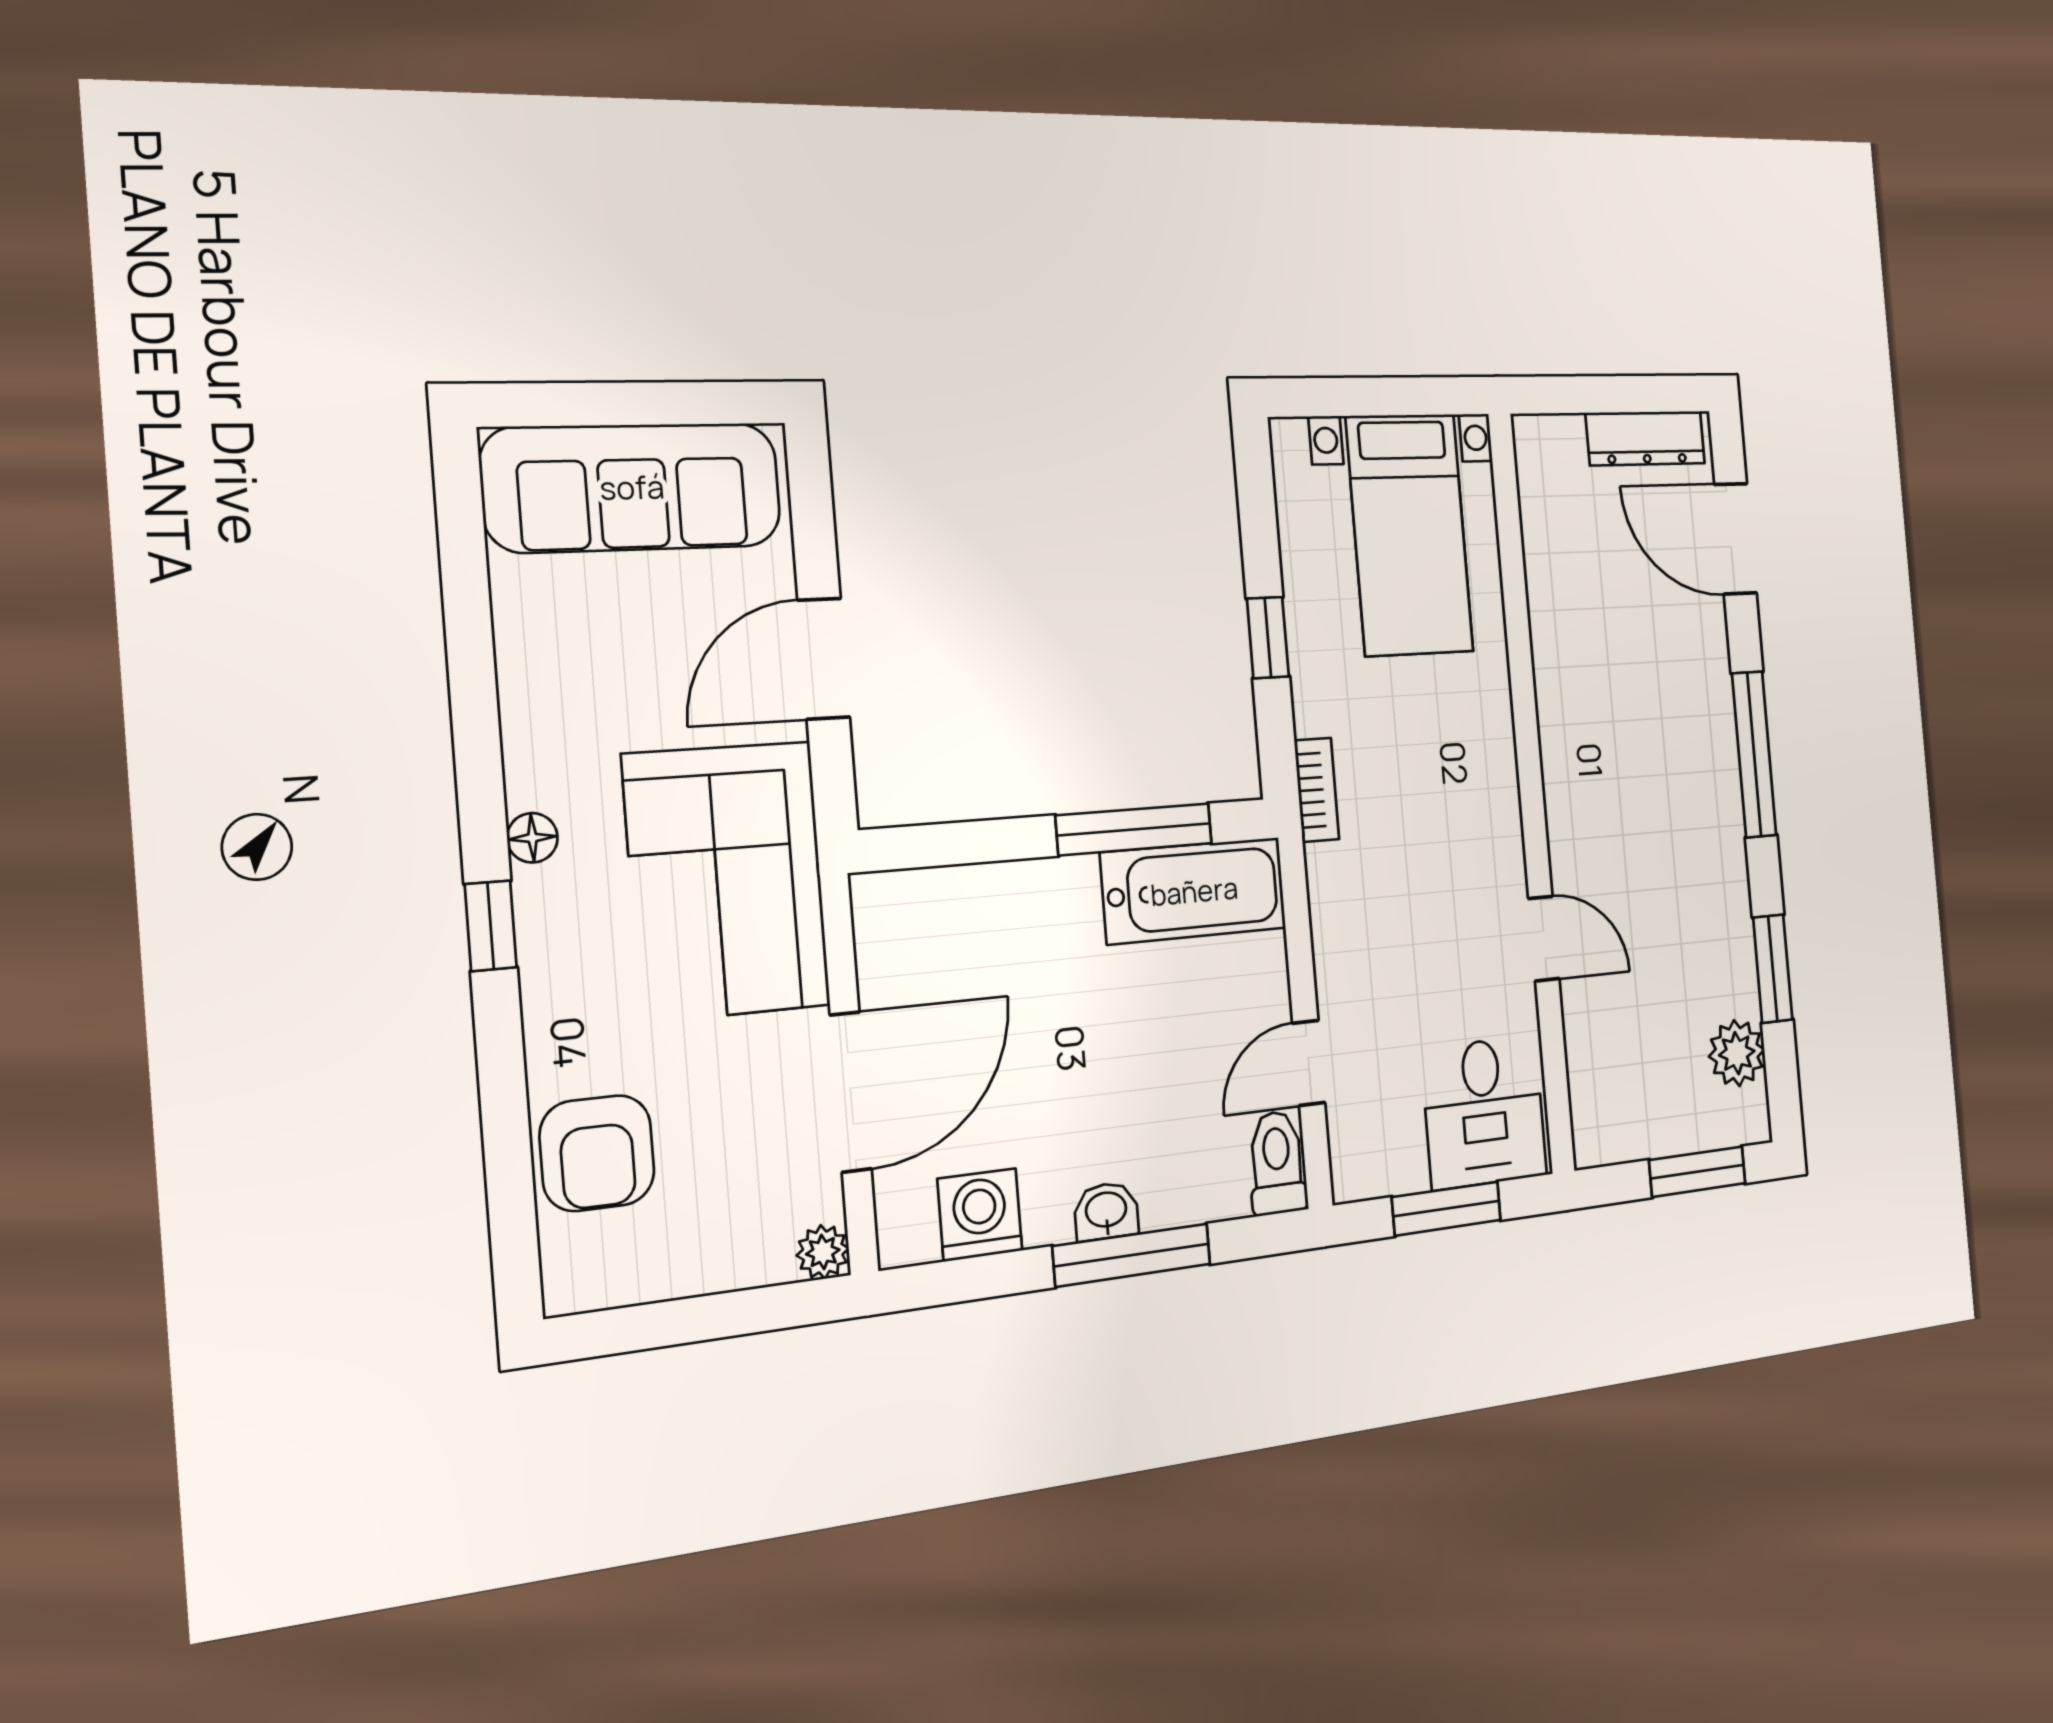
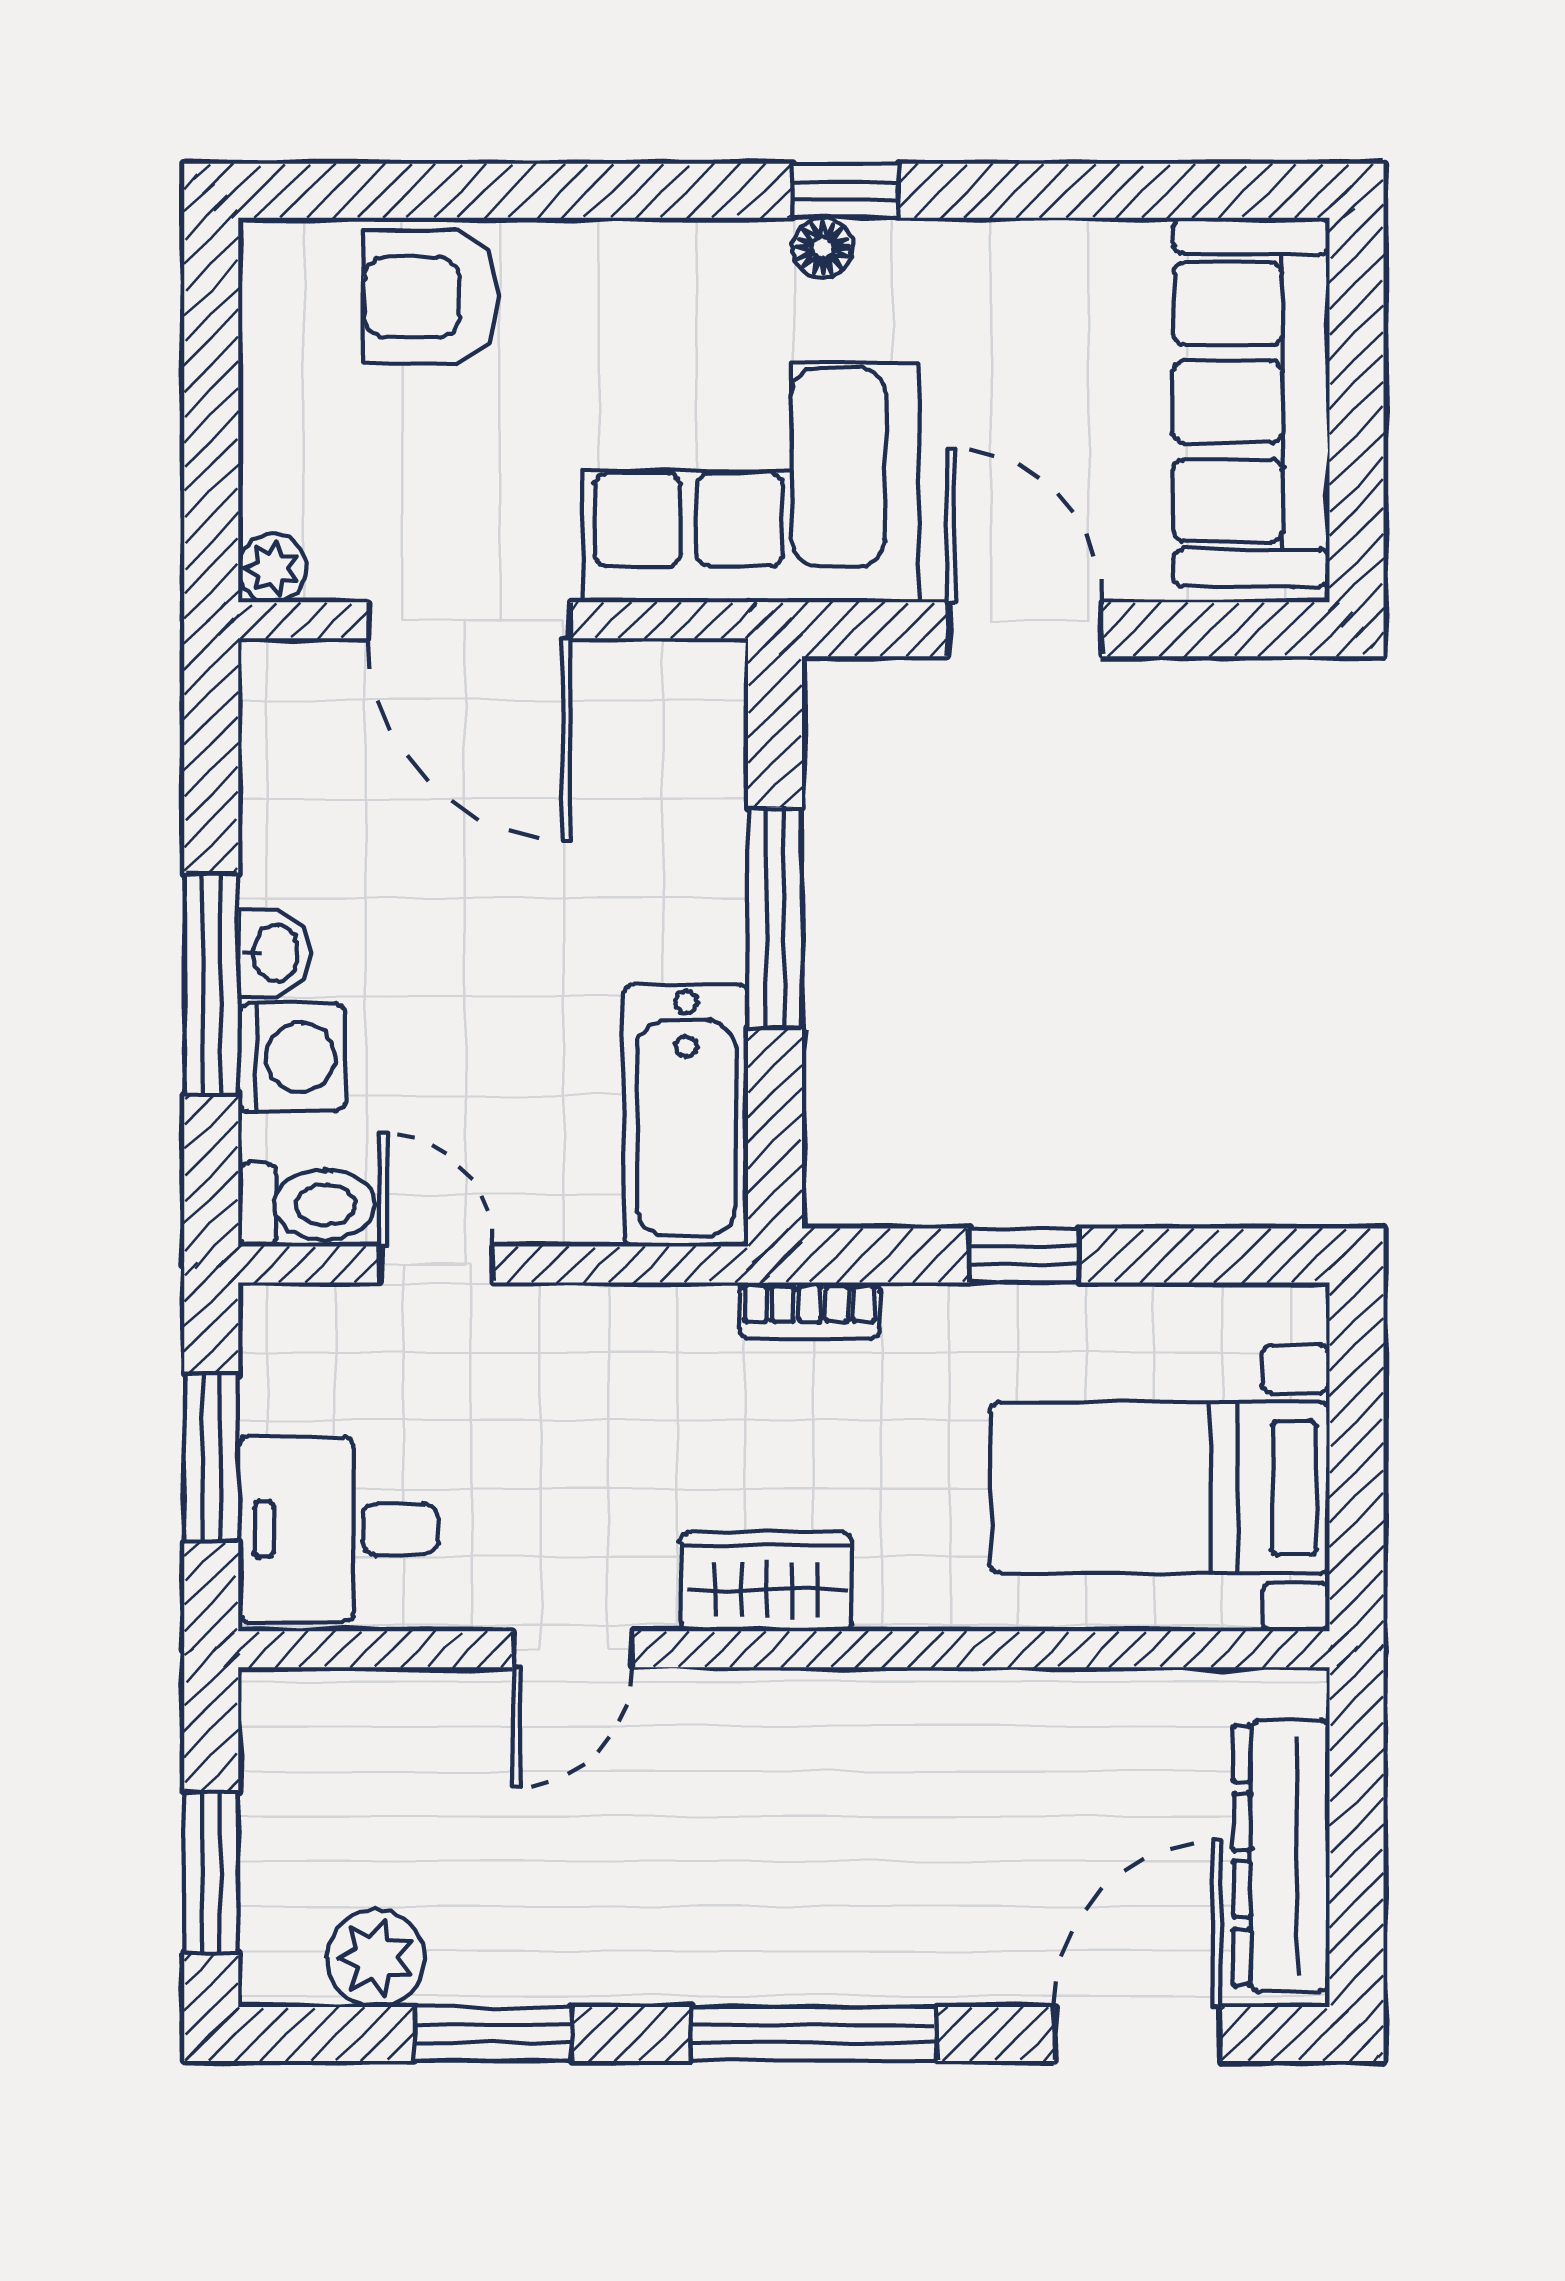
dresser: (1646, 438) -> (1281, 1856), width x1.37, depth x1.24
wardrobe: (1491, 807) -> (767, 1582), added
window: (1134, 829) -> (775, 918), moved
window: (491, 926) -> (845, 191), moved
washing machine: (980, 1215) -> (292, 1058), moved

